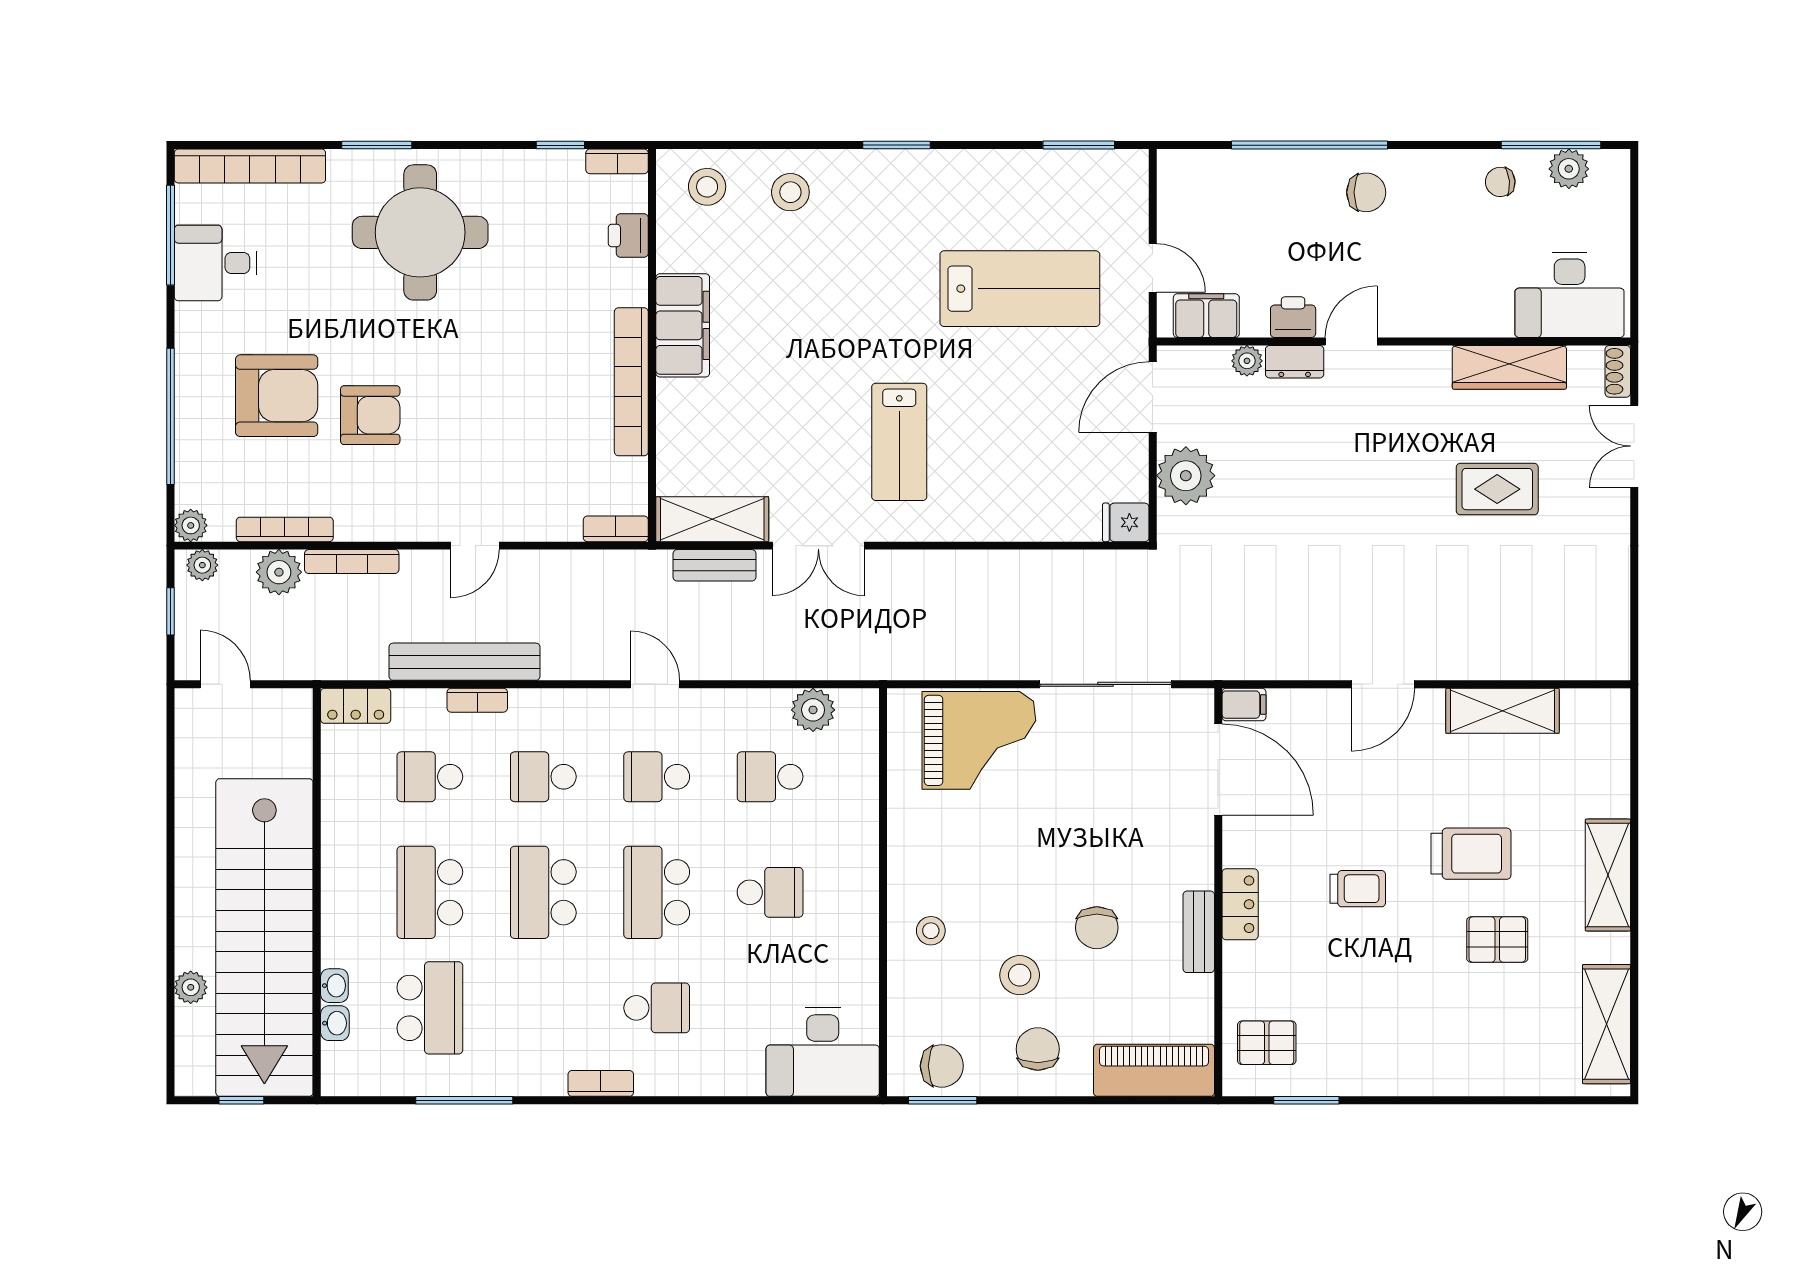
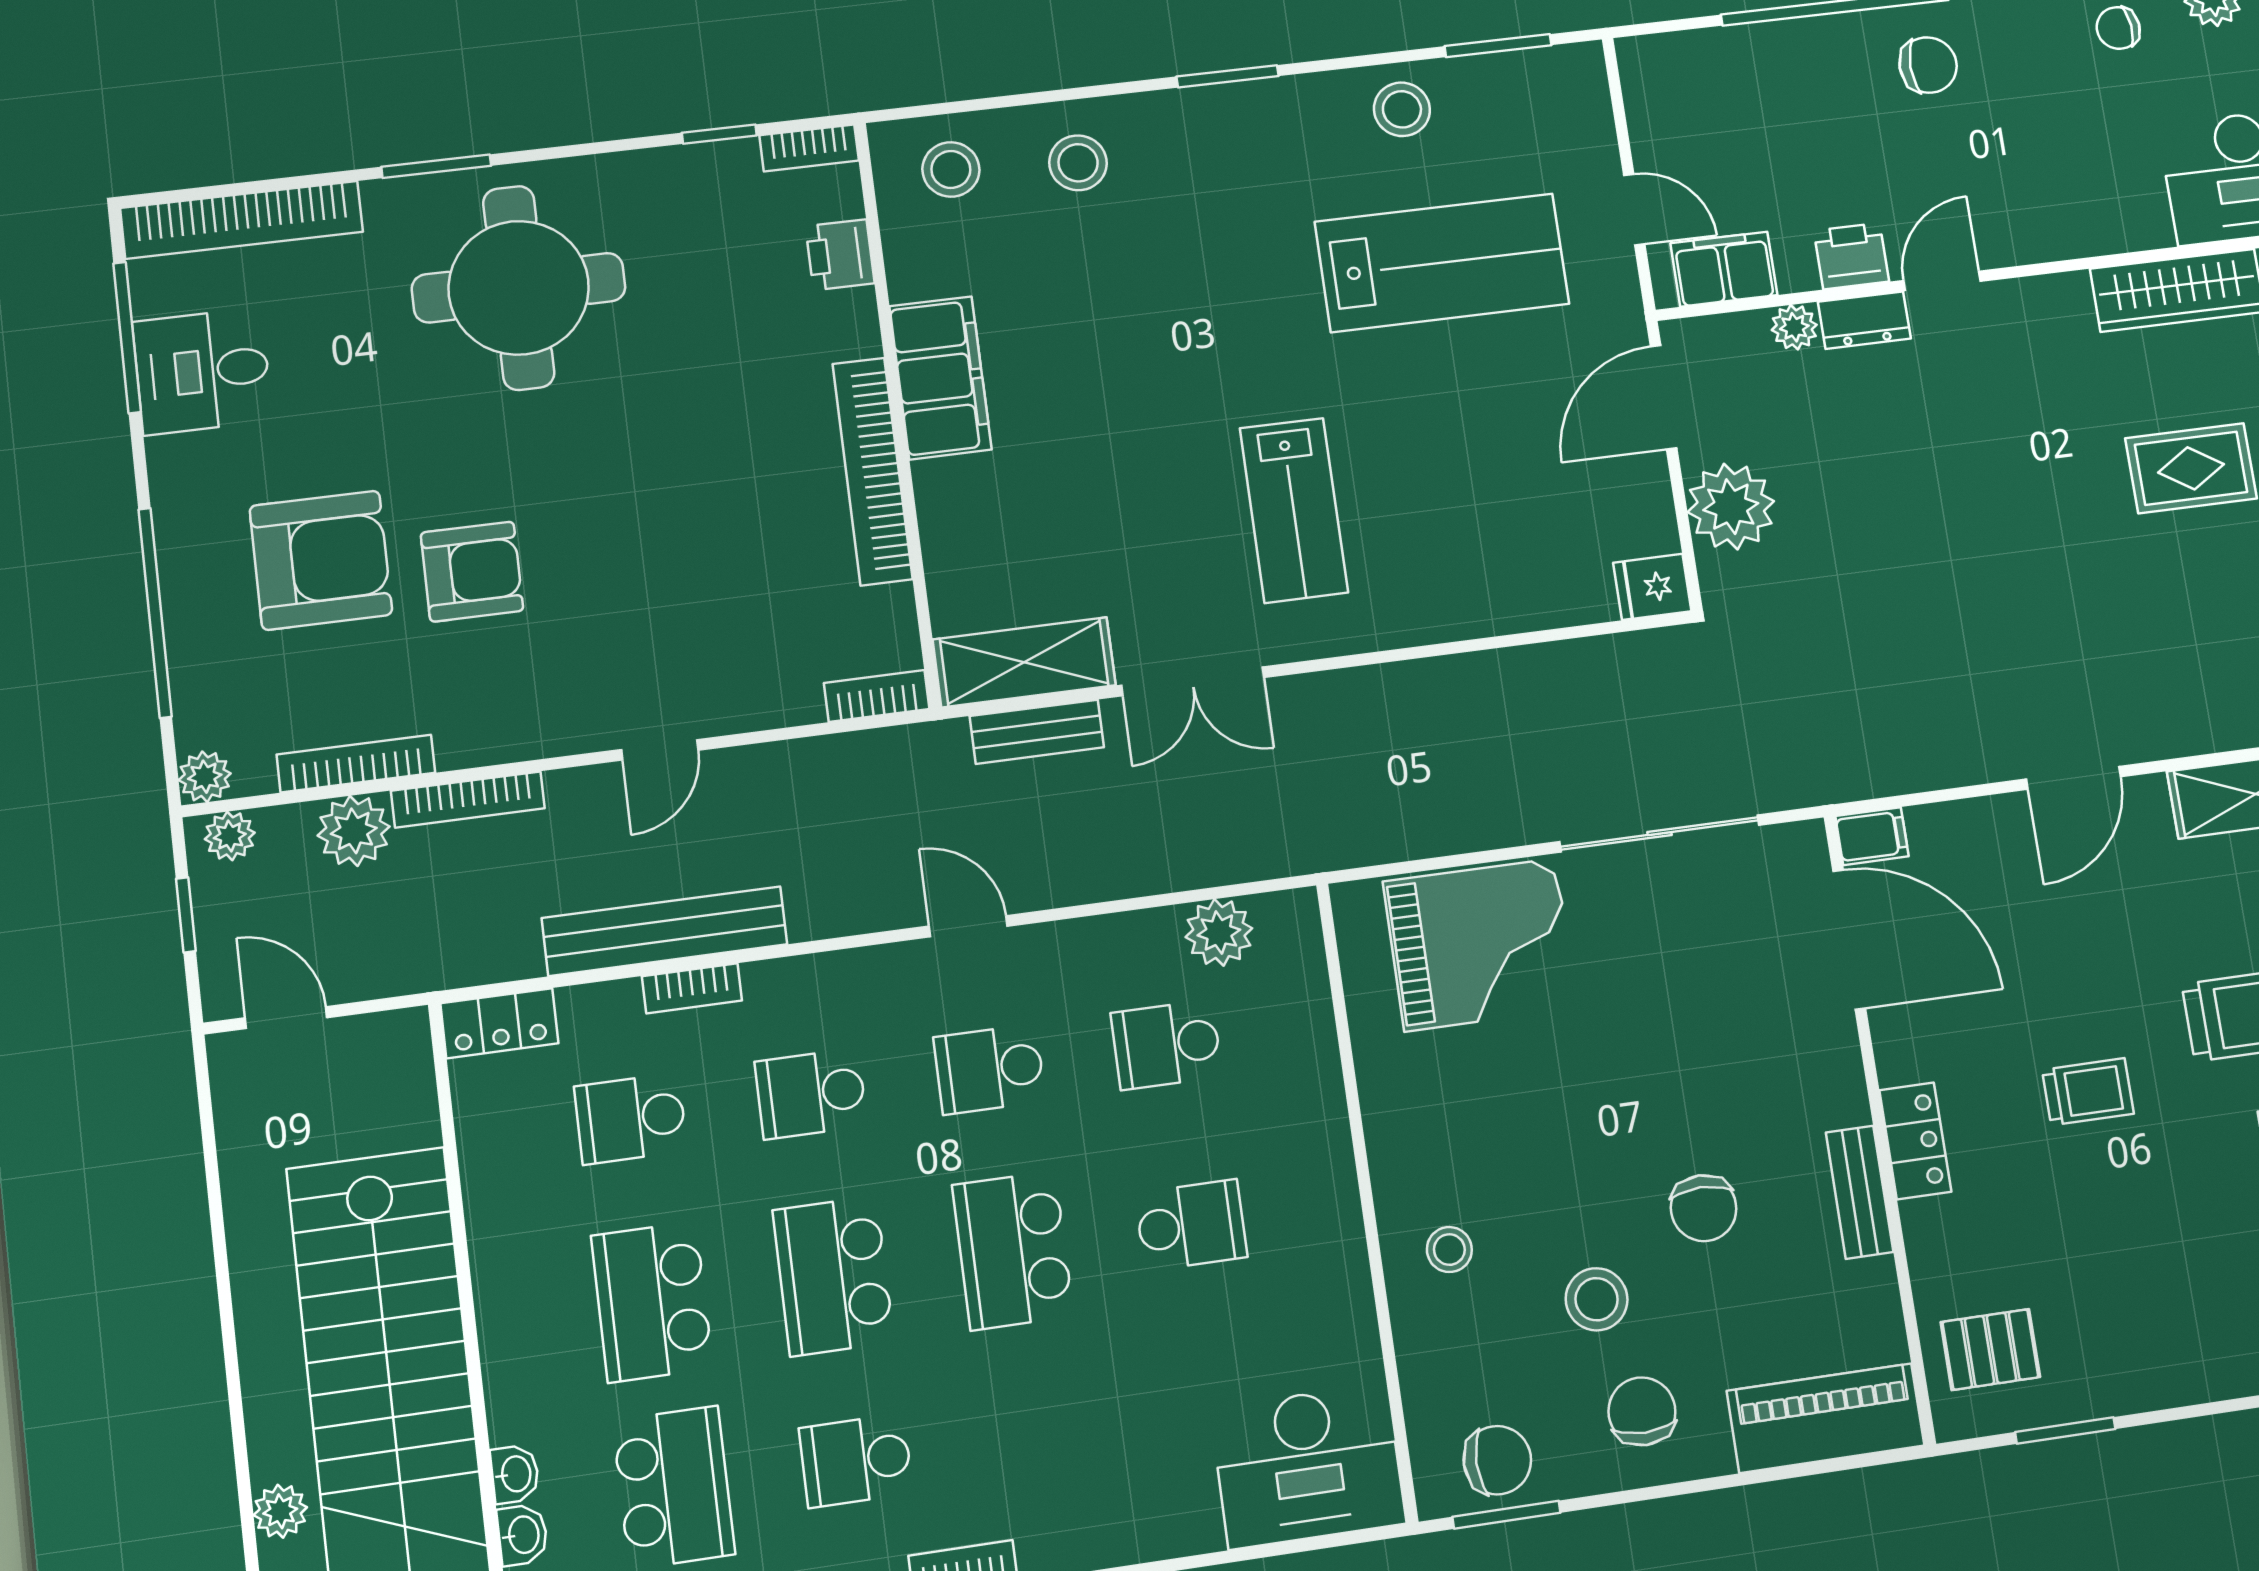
stool: (1008, 181) -> (1402, 109), added
school desk: (657, 1008) -> (856, 1461), moved, turned 180

